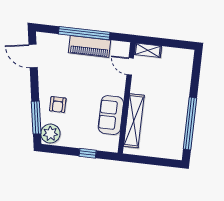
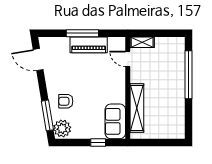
window: (84, 33) -> (82, 33), width x0.68
armchair: (58, 105) -> (66, 101), turned 90
sofa: (111, 115) -> (115, 121), moved
window: (190, 123) -> (188, 75), moved

